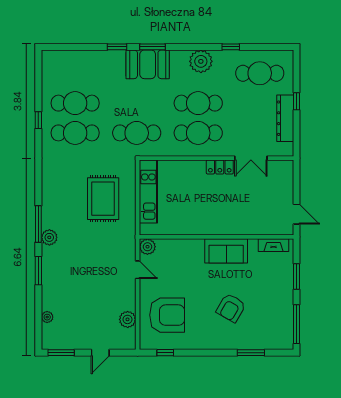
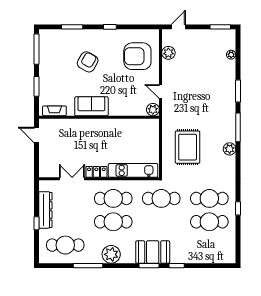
window: (231, 47) -> (88, 266), width x2.17
kitchen unit: (148, 192) -> (133, 170), moved, turned 90
plant: (49, 237) -> (230, 149), moved
door: (100, 353) -> (178, 27), moved
window: (165, 353) -> (110, 27), moved

